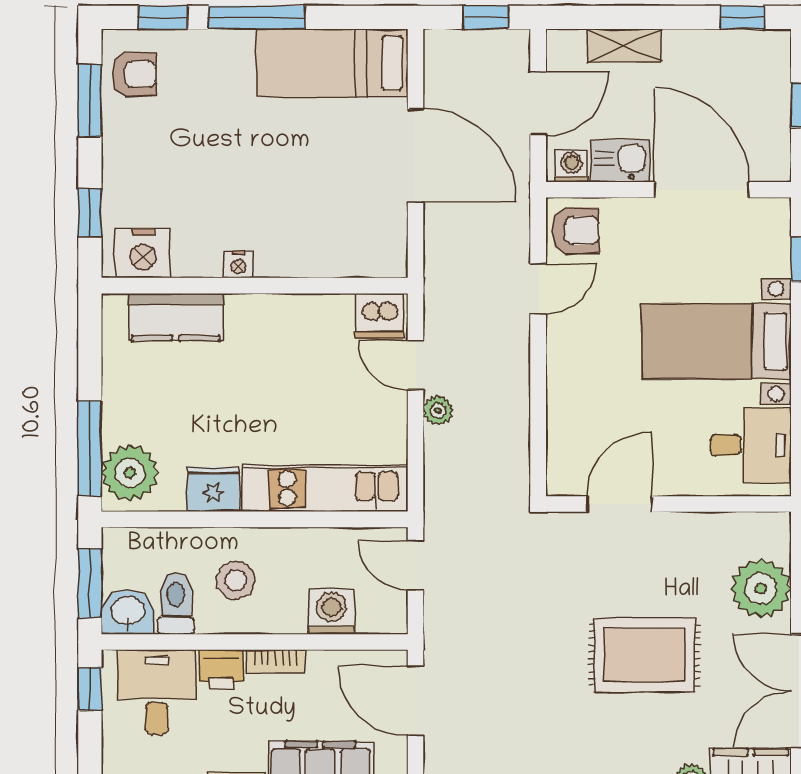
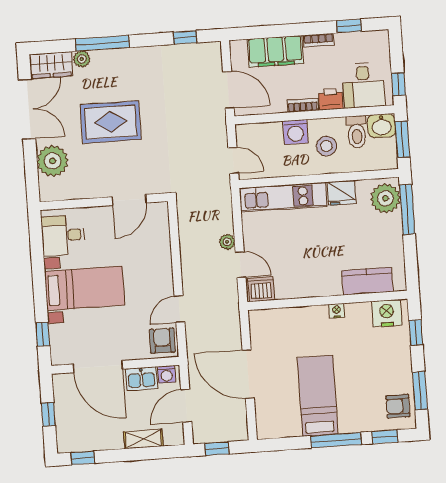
bed: (332, 63) -> (318, 396), moved, turned -90
armchair: (575, 231) -> (162, 341), turned 90
washing machine: (331, 612) -> (295, 132), moved

